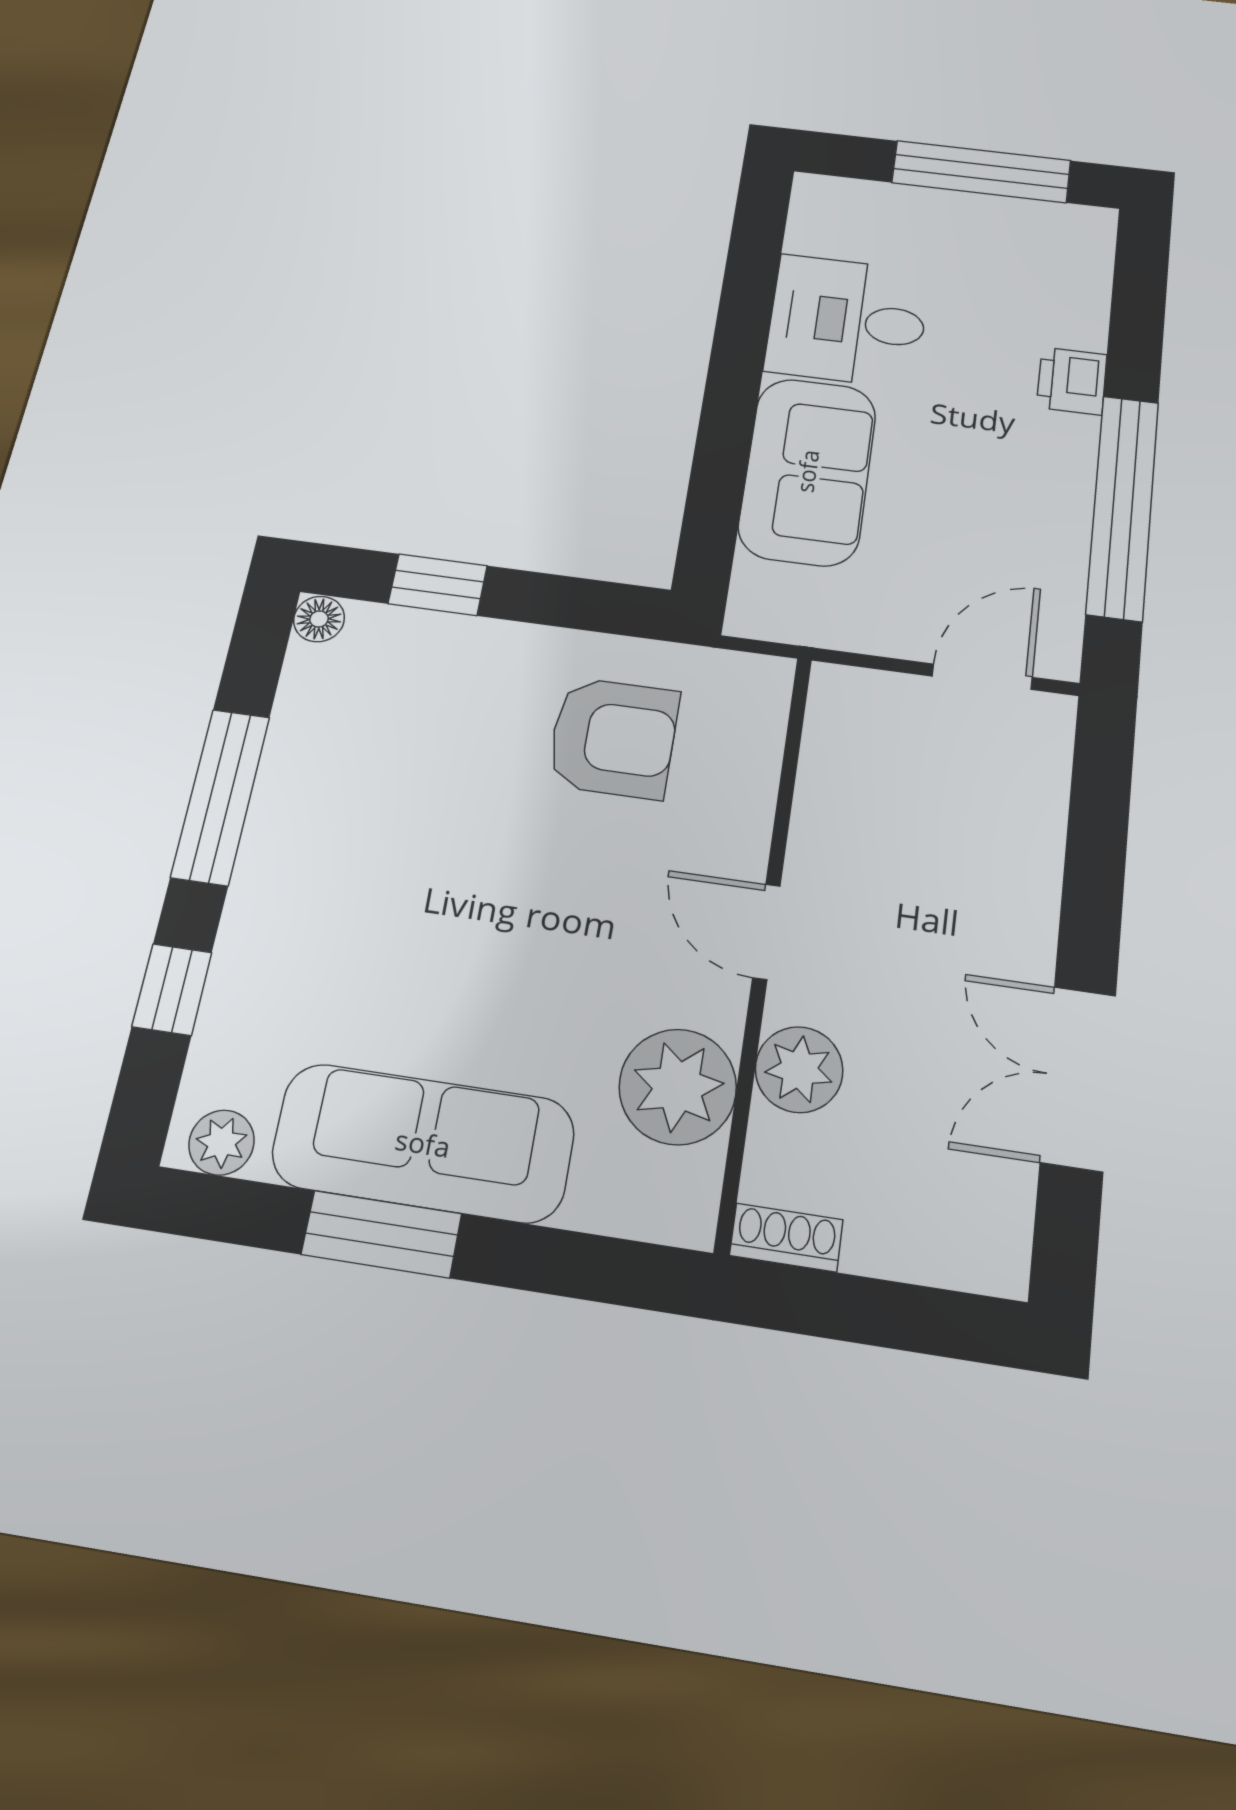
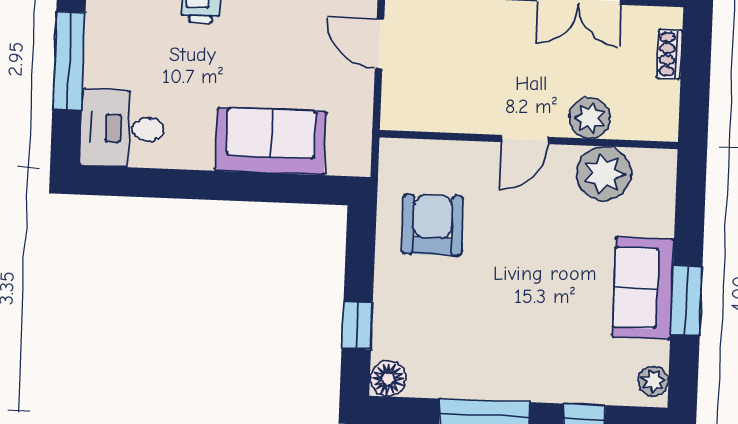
desk: (847, 321) -> (122, 129), moved, turned 90
floor lamp: (319, 619) -> (388, 379), width x1.37, depth x1.37
sofa: (423, 1143) -> (643, 288), width x0.73
shoe rack: (786, 1237) -> (670, 54), moved

